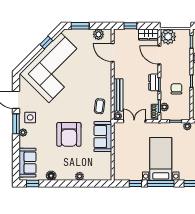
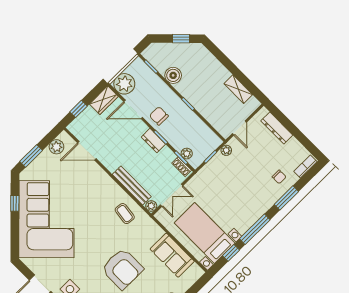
chair: (176, 89) -> (159, 116), moved
double door: (134, 121) -> (172, 195), swing flipped
sofa: (103, 137) -> (172, 255), moved
bed with nightstands: (161, 159) -> (205, 233), moved

